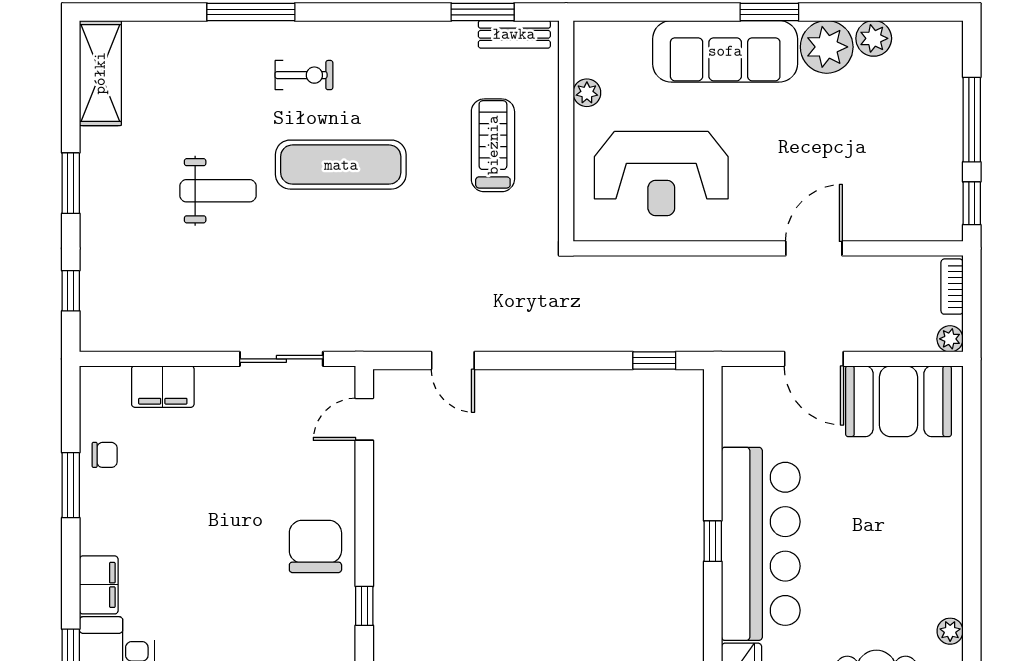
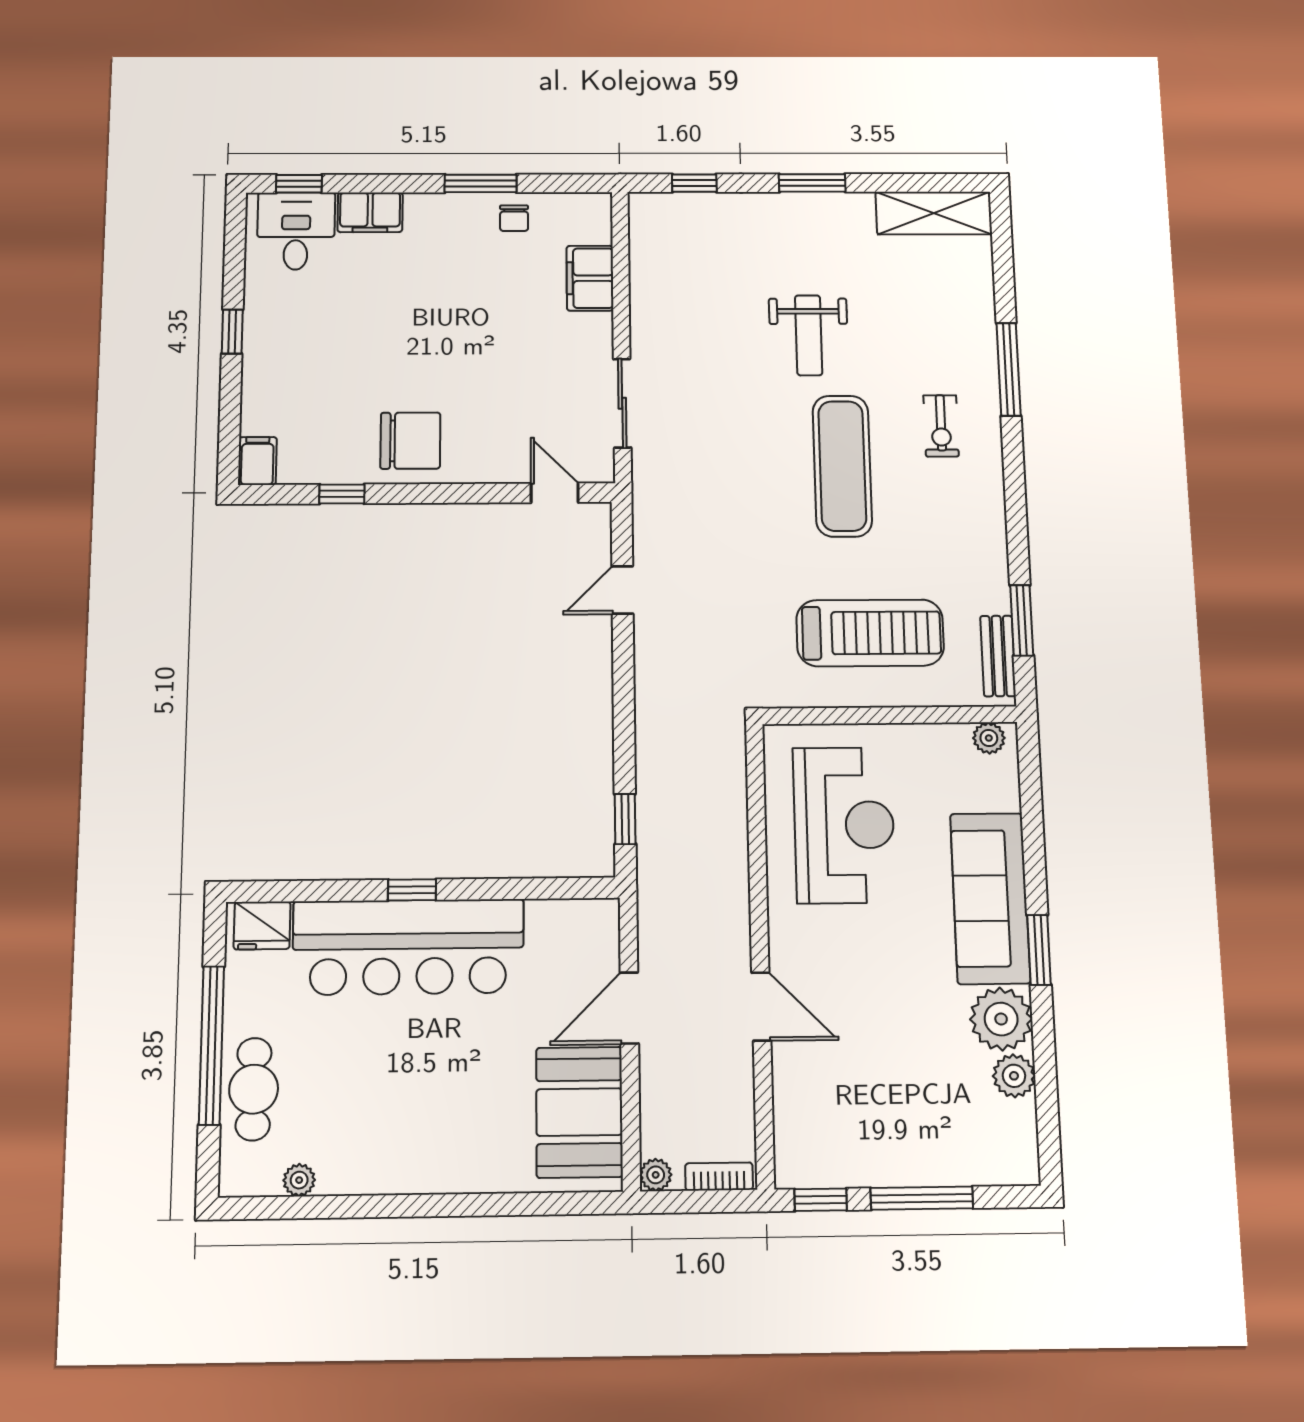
plant: (587, 93) -> (989, 738), moved
treadmill: (493, 145) -> (870, 633), width x1.37, depth x1.38
reception desk: (661, 174) -> (844, 825), turned 180

